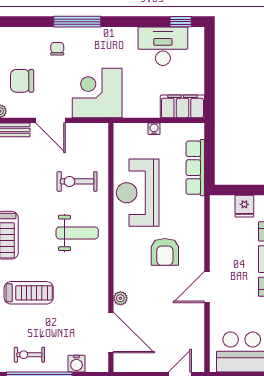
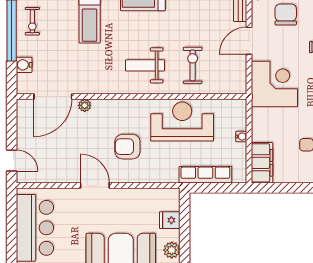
weight bench: (77, 233) -> (145, 65), turned 90
exercise bike: (29, 355) -> (32, 21), turned 180

